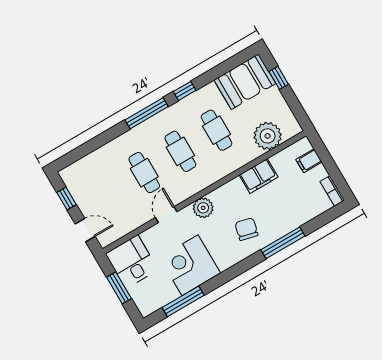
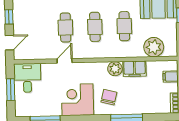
plant: (203, 208) -> (115, 69), moved
door: (85, 230) -> (9, 43), hinge flipped
corner desk: (190, 265) -> (78, 100), moved

